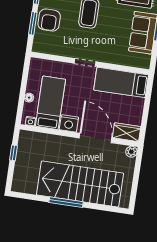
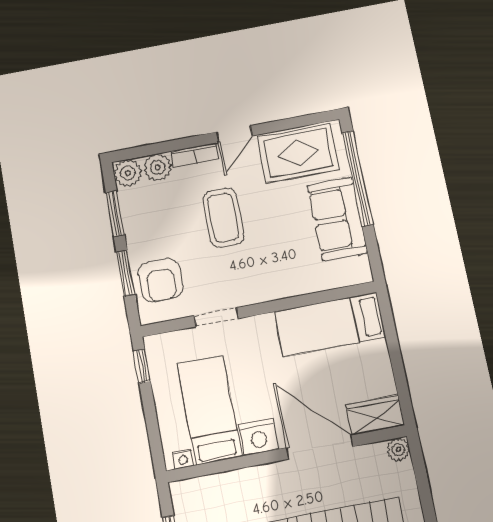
armchair: (49, 20) -> (161, 280), moved
doorway: (85, 62) -> (216, 317), moved
window: (26, 71) -> (142, 366), added
floor lamp: (29, 98) -> (165, 414), removed

